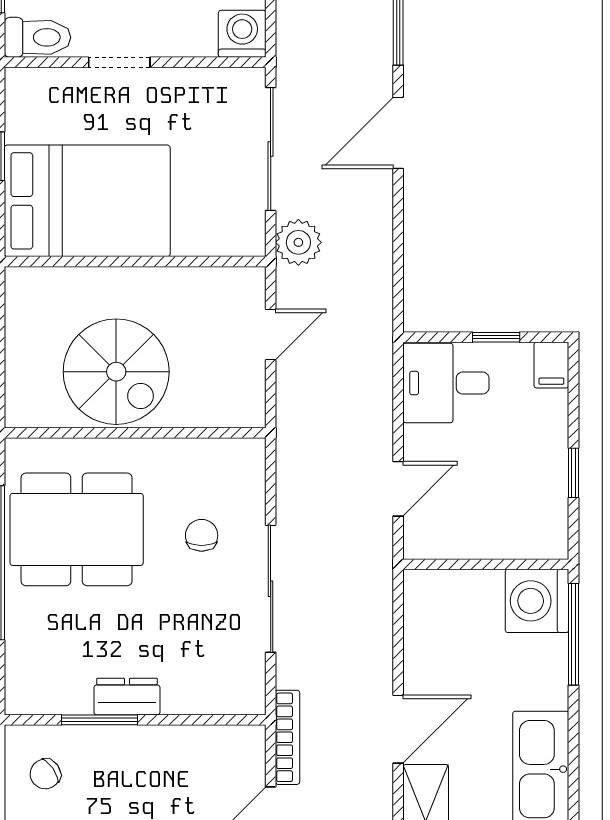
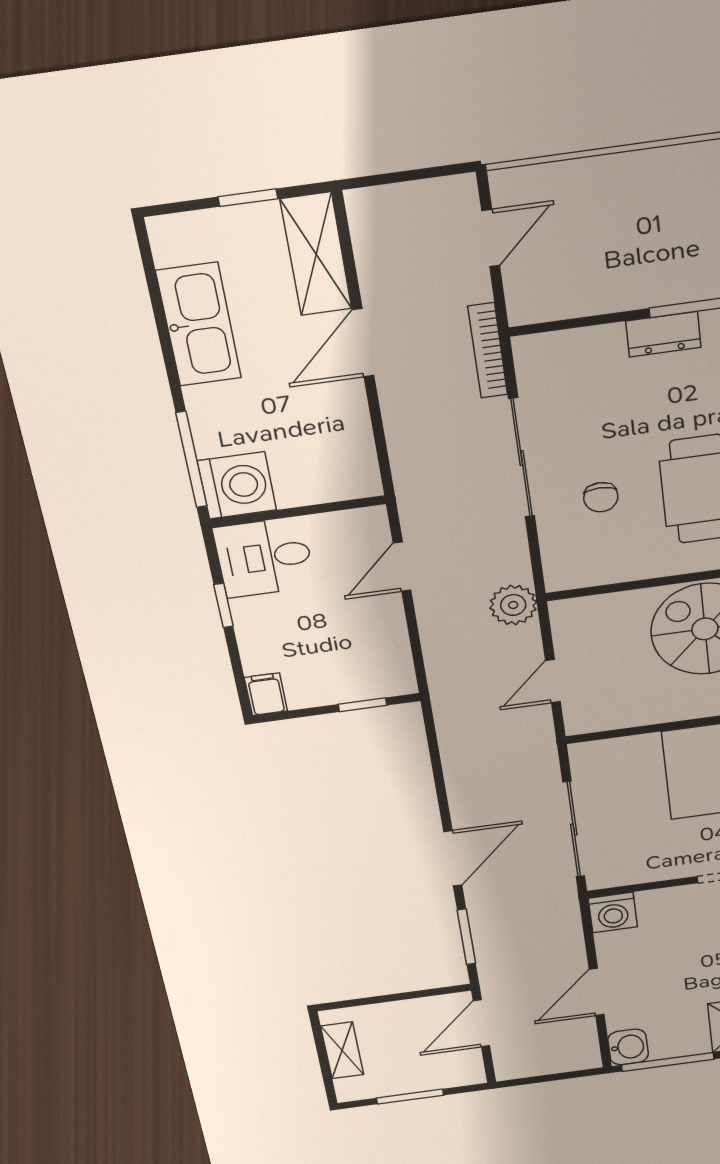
plant: (298, 242) -> (513, 605), moved
window: (496, 337) -> (362, 705), moved
desk: (446, 383) -> (264, 557), moved, turned 180
bookcase: (287, 737) -> (488, 351), moved

